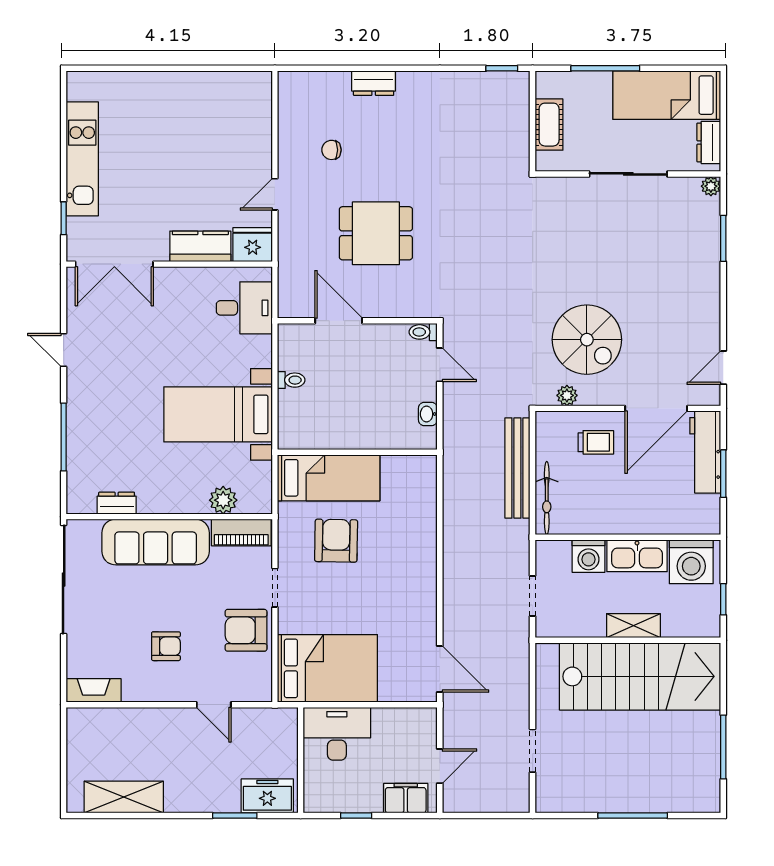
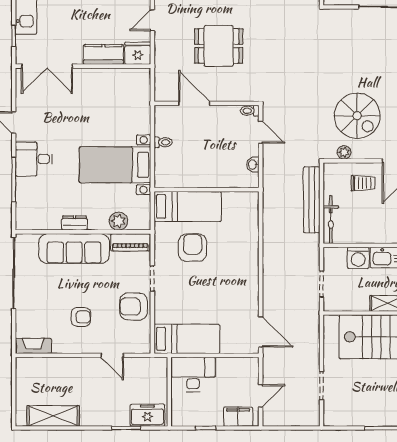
desk: (244, 308) -> (34, 159), moved, turned 180
dresser: (117, 503) -> (74, 223), moved
bed: (327, 668) -> (187, 339), width x0.67

